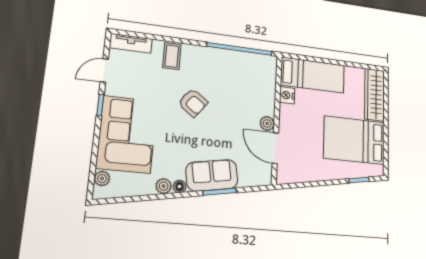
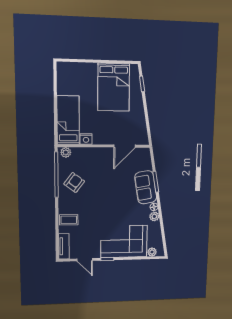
wardrobe: (375, 95) -> (77, 70), removed
armchair: (193, 103) -> (74, 183), moved
plant: (267, 123) -> (66, 152), moved

